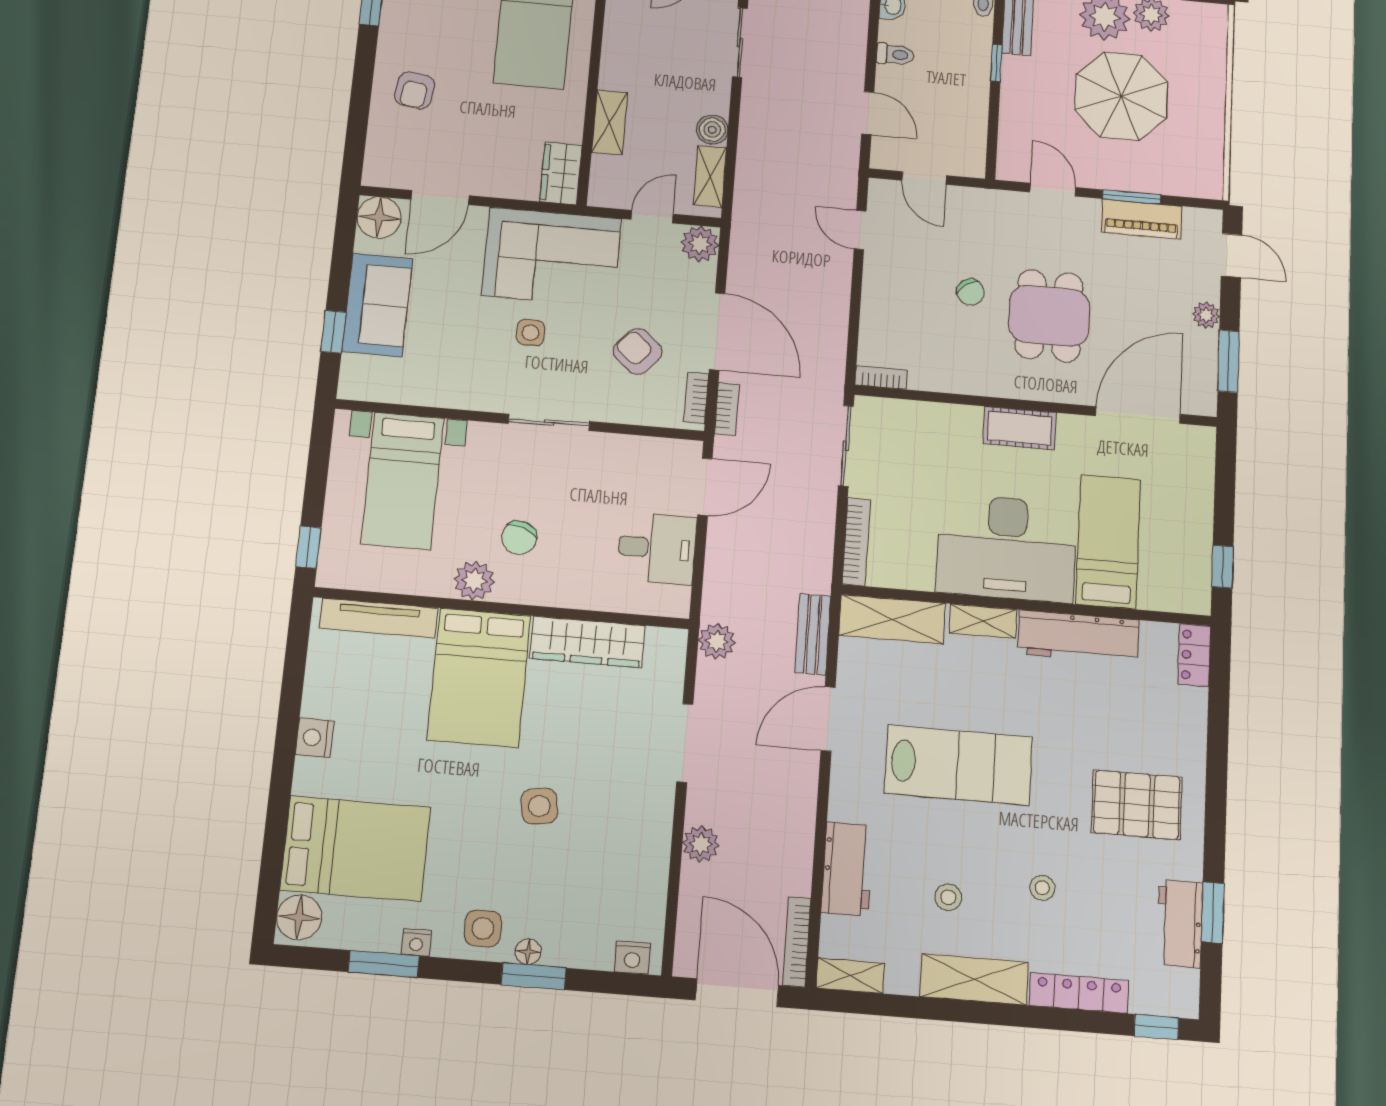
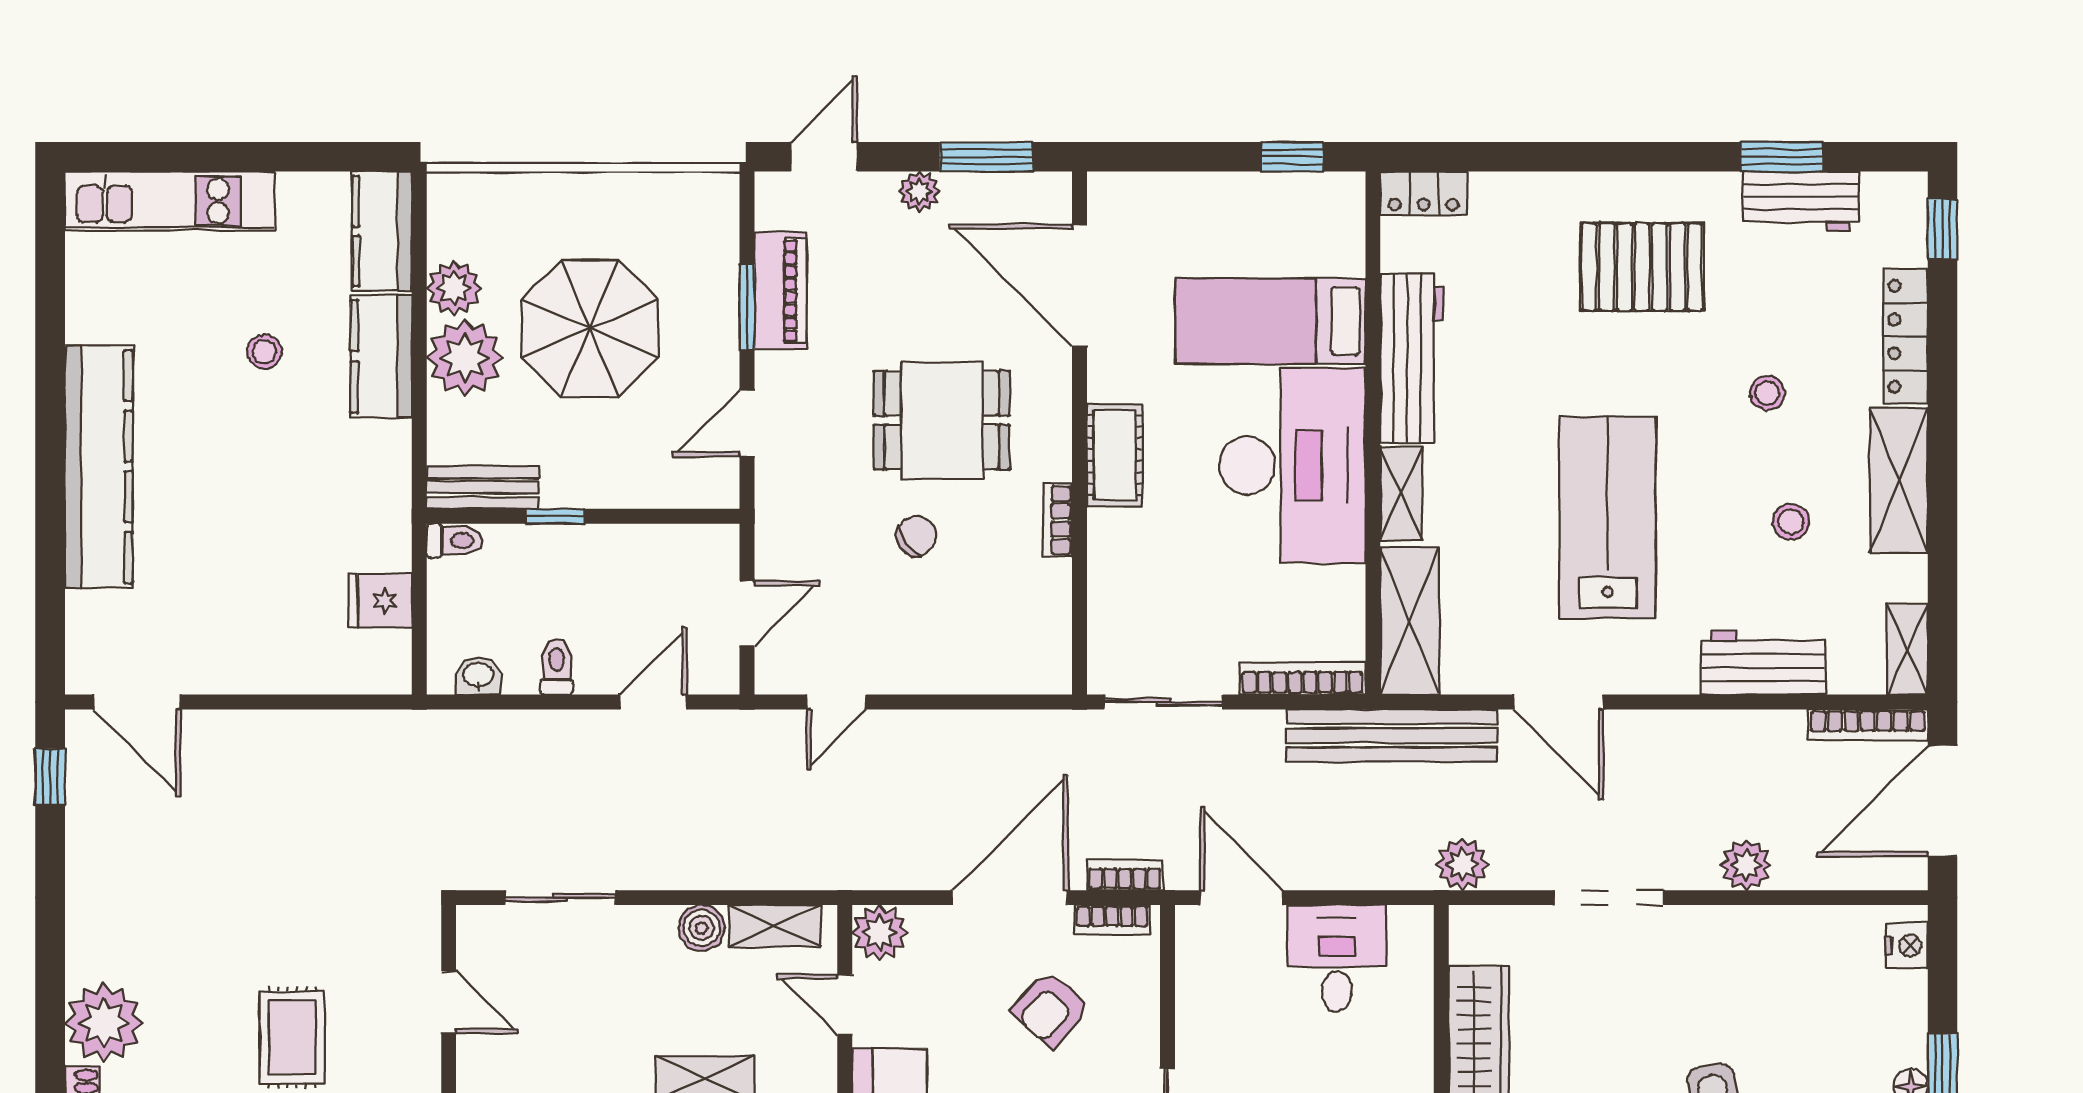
bookcase: (881, 378) -> (1057, 520), moved
bench: (813, 634) -> (1392, 736), width x1.86, depth x1.21
pallet: (1137, 805) -> (1642, 267), turned 90

